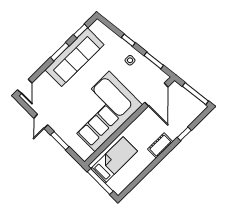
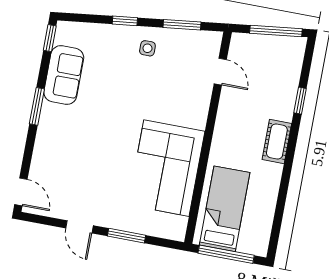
window: (81, 31) -> (50, 38), moved
sofa: (74, 57) -> (64, 75), width x0.54, depth x0.79
door: (156, 95) -> (220, 72), width x0.53
corner sofa: (102, 111) -> (166, 168), width x0.73, depth x0.74

